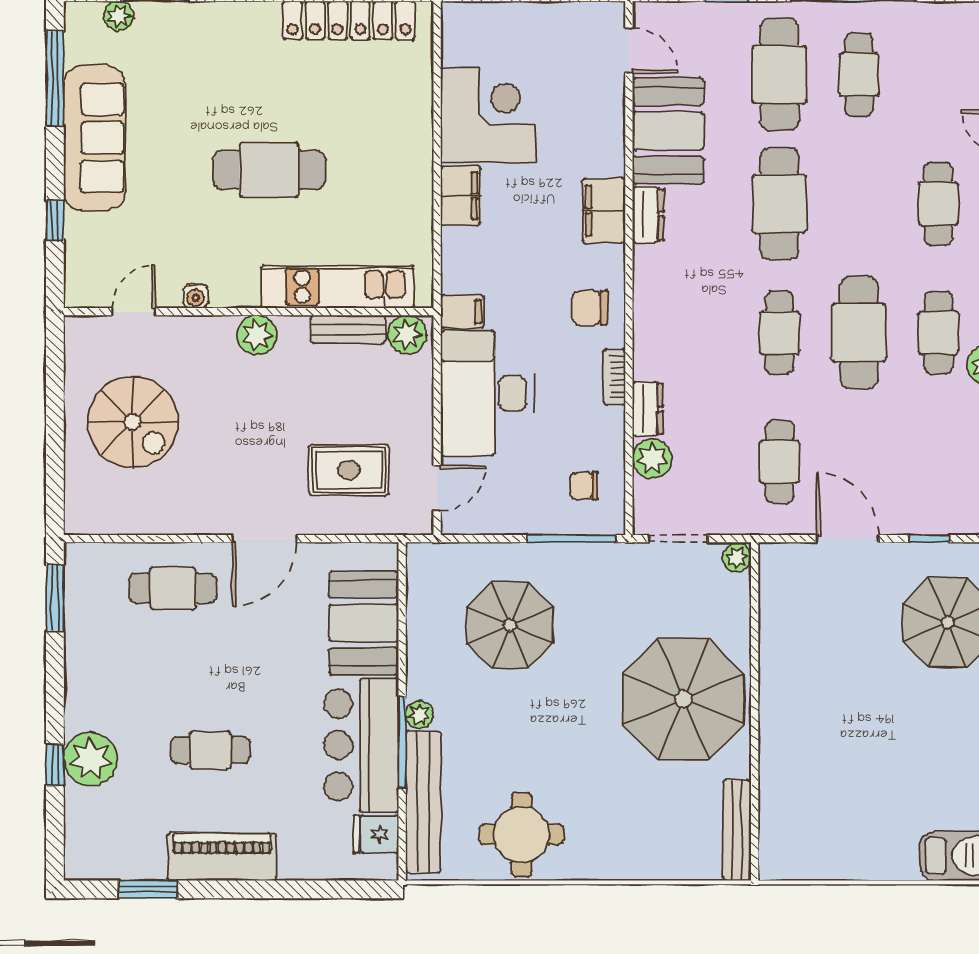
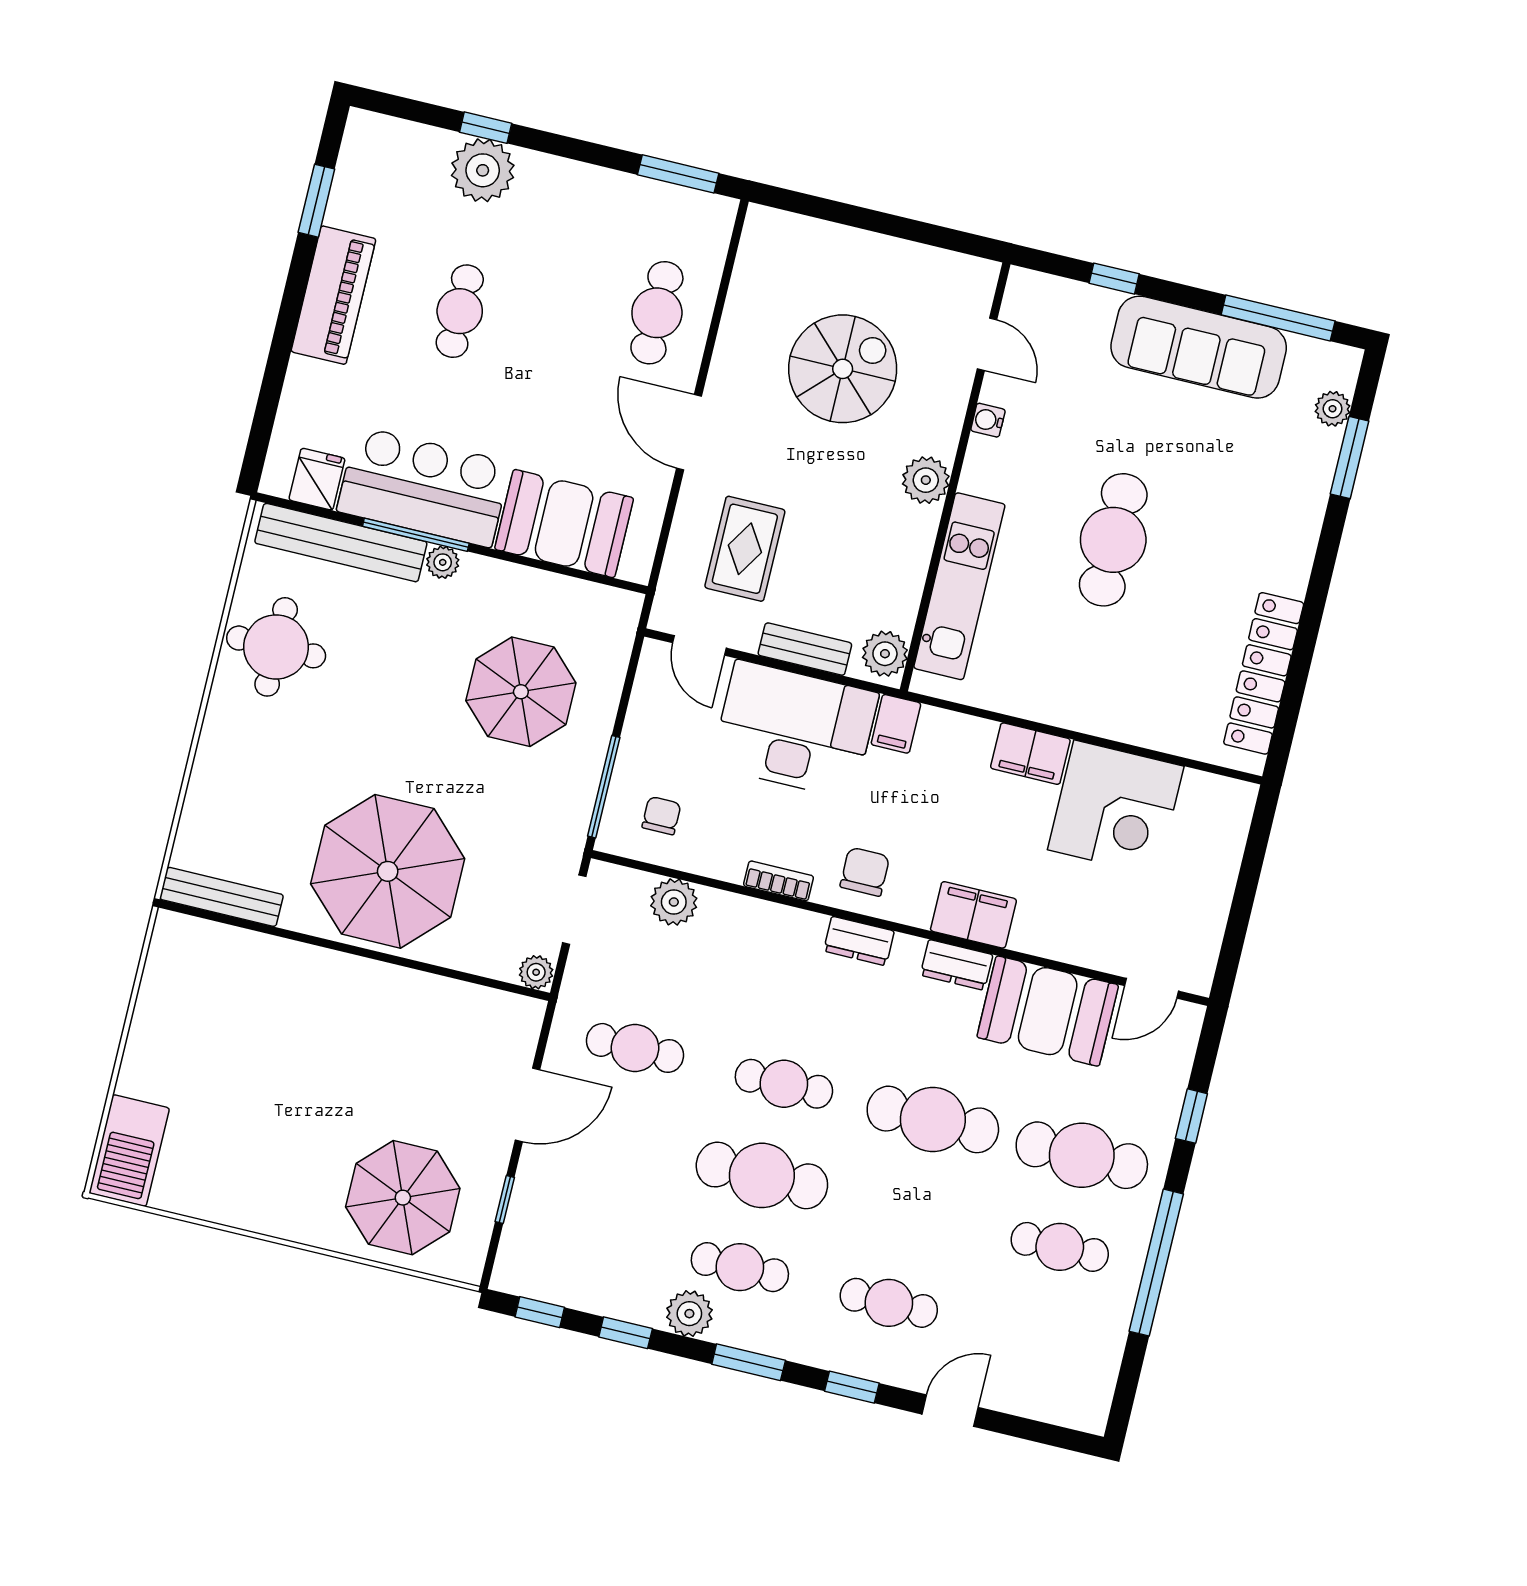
bench: (348, 330) -> (805, 649), moved, turned 90
dresser: (648, 409) -> (859, 941), moved
spiral stairs: (133, 422) -> (843, 369), moved, turned 180

